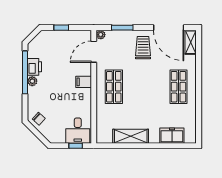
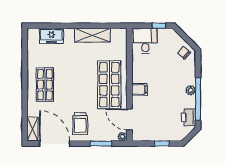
door: (94, 52) -> (129, 119), swing flipped
printer: (34, 67) -> (189, 117), moved
shop shelf: (114, 87) -> (109, 85), width x1.43, depth x1.36
window: (76, 146) -> (159, 26), moved

